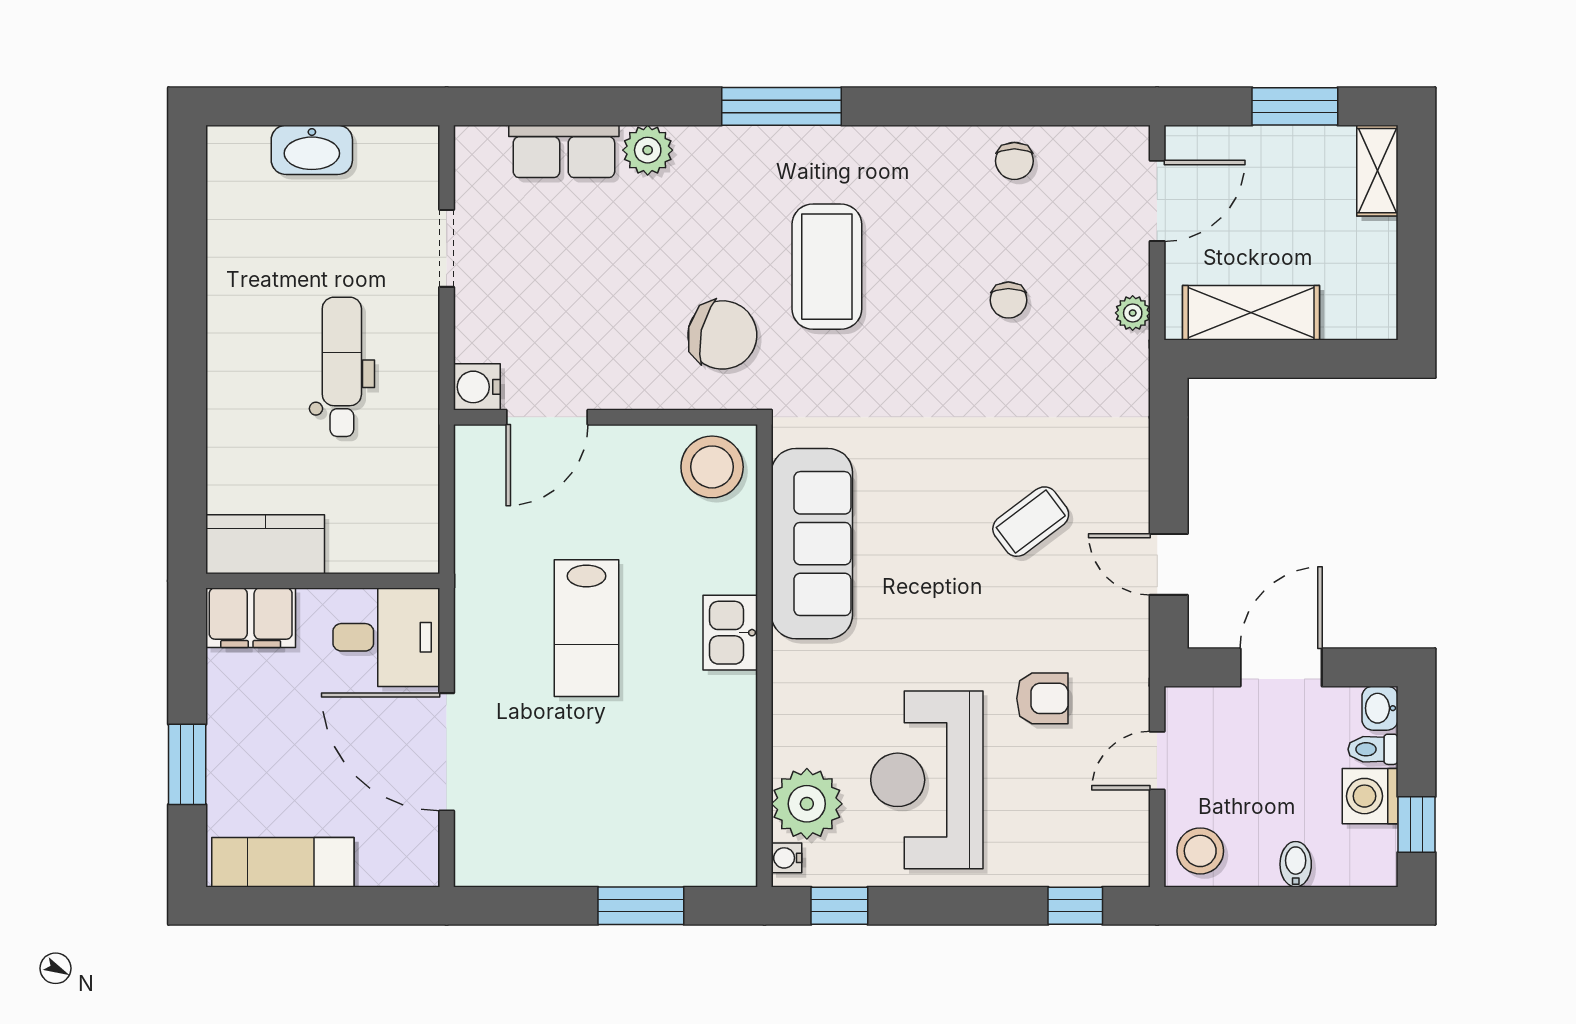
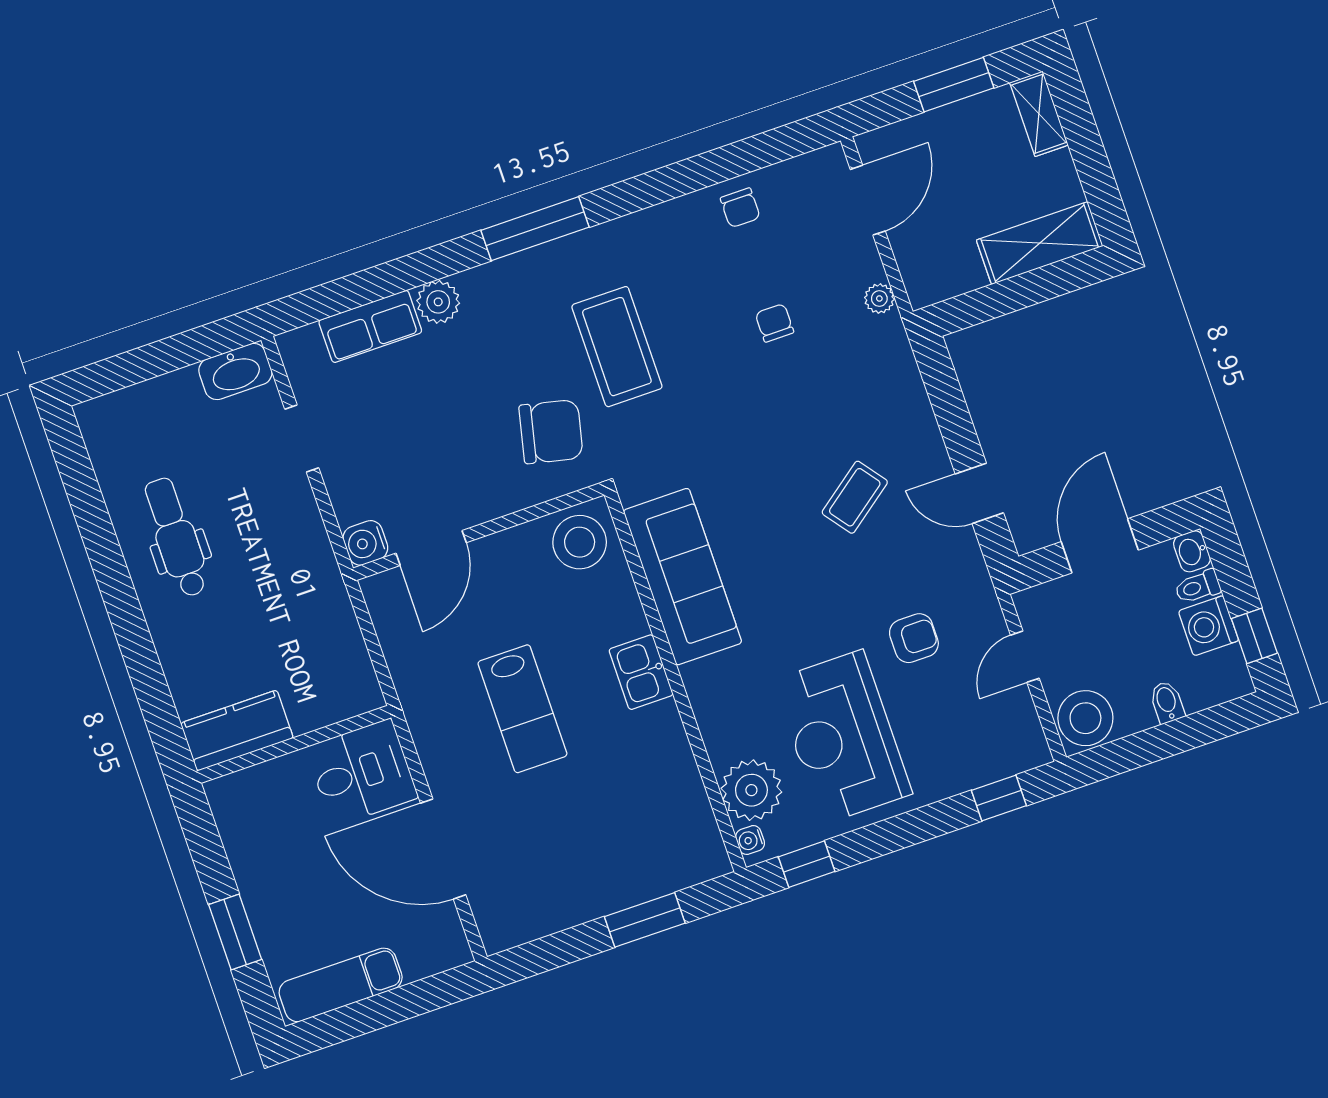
washbasin: (312, 150) -> (235, 372), moved
chair: (1008, 300) -> (774, 323), turned 180
shelving: (1251, 313) -> (1040, 243), moved
dental chair: (342, 367) -> (176, 537), moved
filing cabinet: (251, 618) -> (246, 795), removed
stool: (1200, 851) -> (1085, 718), width x1.38, depth x1.38

